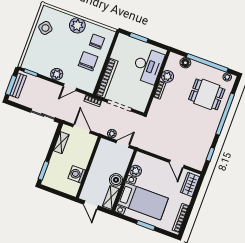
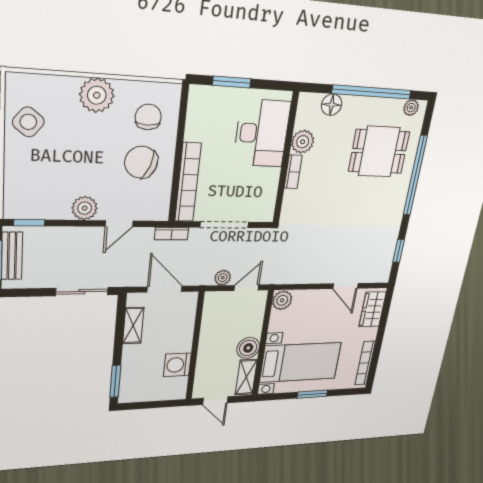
chair: (88, 61) -> (141, 162), turned -69
plant: (136, 171) -> (282, 300), moved

